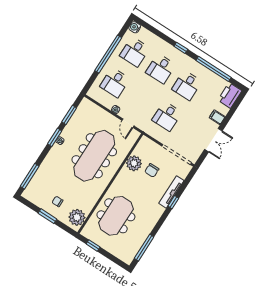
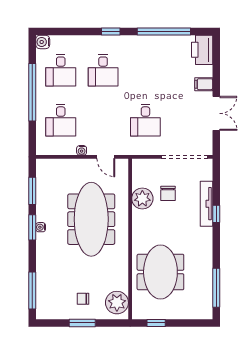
desk: (187, 85) -> (145, 70), removed

